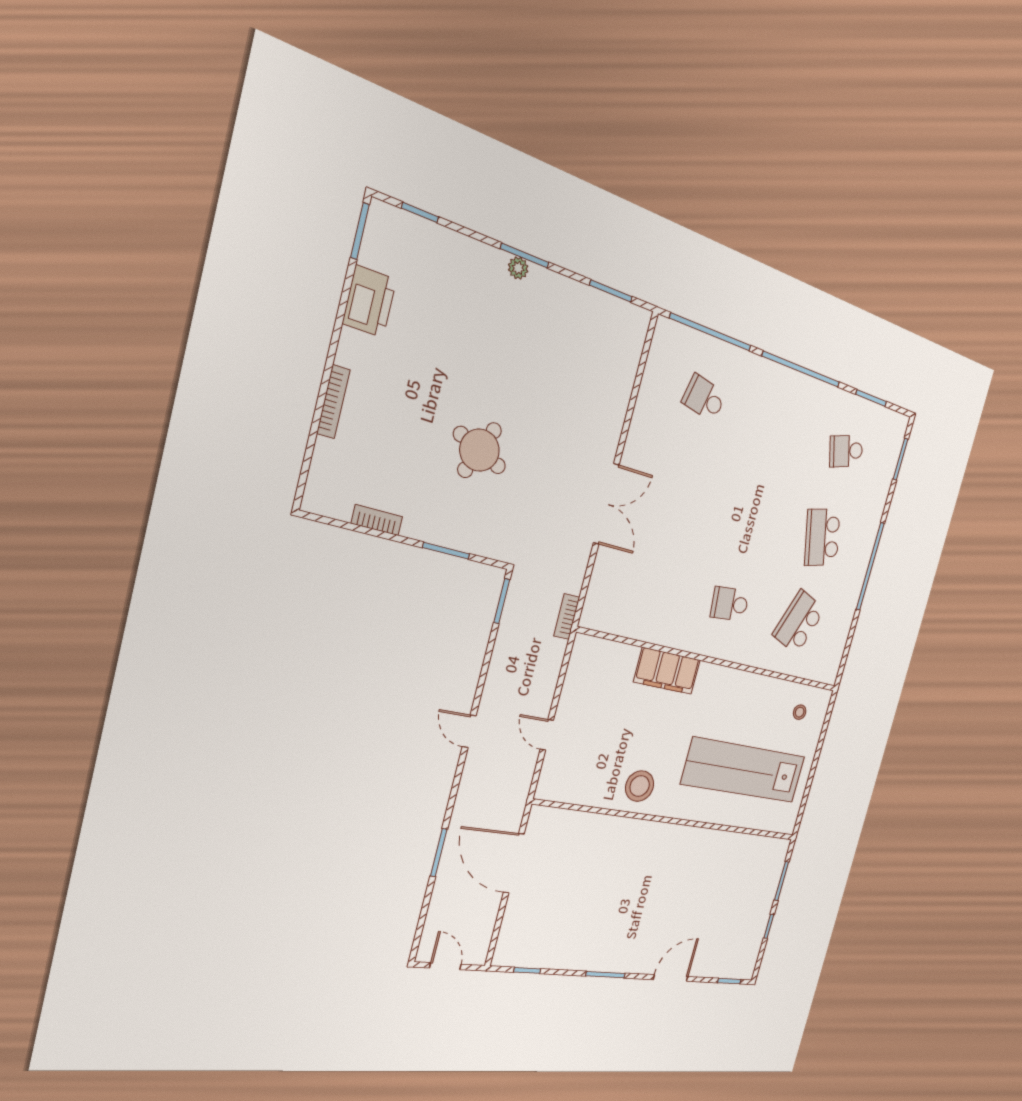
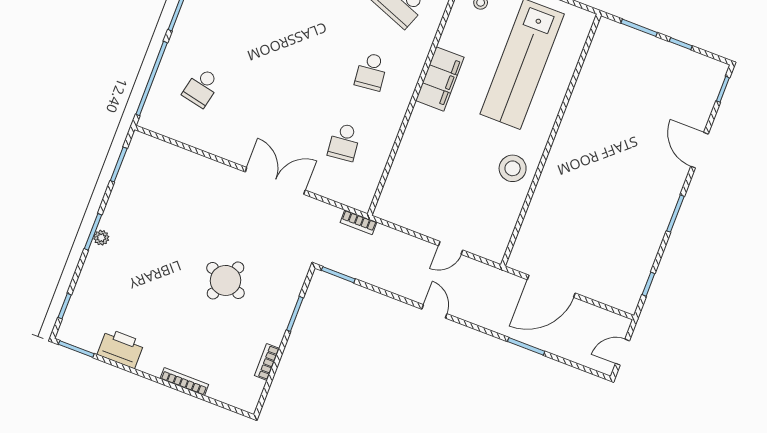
school desk: (655, 584) -> (344, 142), added
filing cabinet: (667, 671) -> (440, 79), moved
door: (469, 731) -> (434, 311), swing flipped

